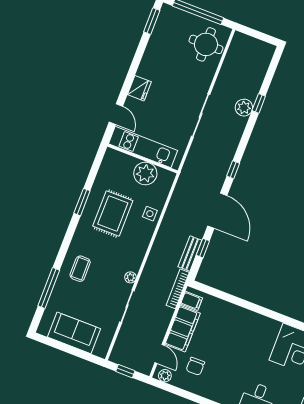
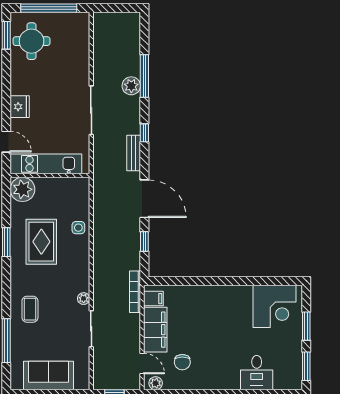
round table: (206, 44) -> (32, 41), moved
window: (259, 103) -> (144, 76), width x2.17
window: (233, 170) -> (144, 133), moved
plant: (145, 173) -> (22, 189), moved
bench: (190, 253) -> (134, 153), moved

